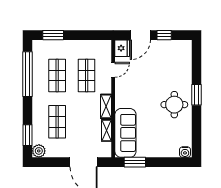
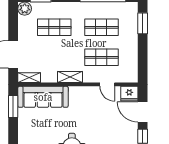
shelving: (107, 130) -> (29, 78), moved

